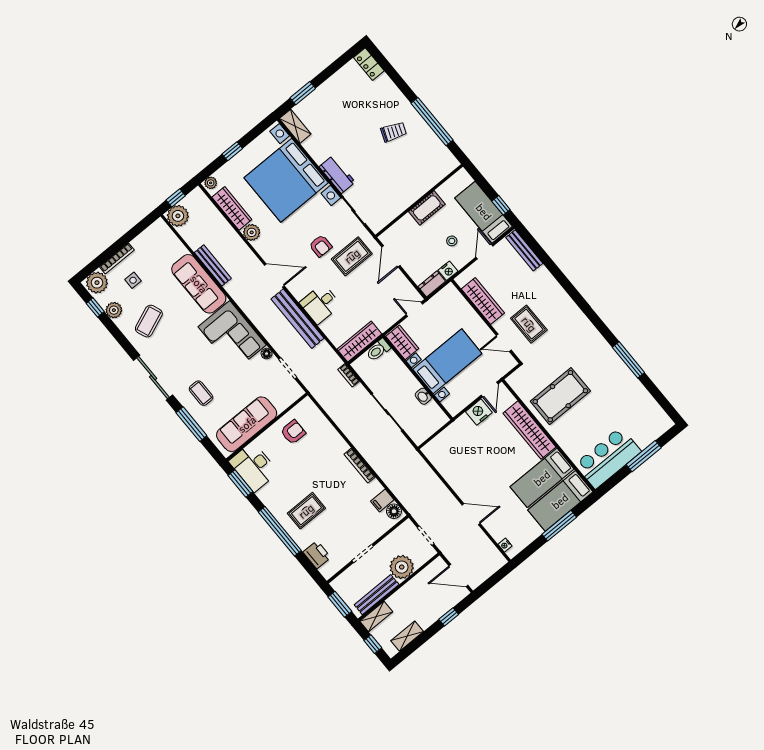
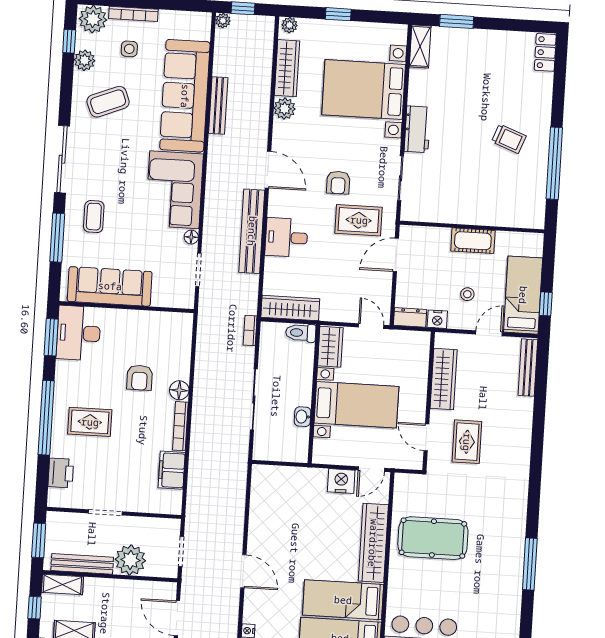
bed with nightstands: (286, 180) -> (364, 90), width x0.73
plant: (178, 216) -> (223, 21), width x0.53, depth x0.53
sofa: (199, 284) -> (185, 96), width x1.36, depth x1.27
armchair: (293, 432) -> (140, 378), moved, turned 90
filing cabinet: (382, 500) -> (172, 470), width x2.00
floor lamp: (394, 511) -> (179, 390), moved

